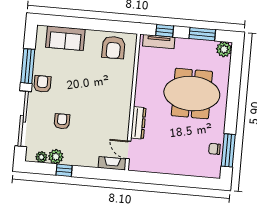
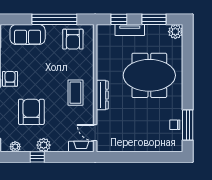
window: (96, 25) -> (54, 19), added
tv unit: (159, 42) -> (130, 30), moved
coffee table: (111, 105) -> (75, 93), added
armchair: (62, 121) -> (31, 112), width x1.88, depth x1.88
dresser: (138, 123) -> (102, 95), moved
plant: (56, 157) -> (44, 145), moved

